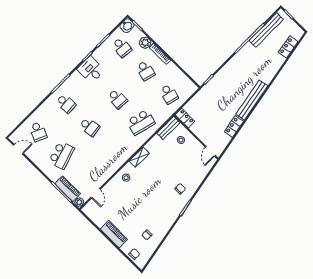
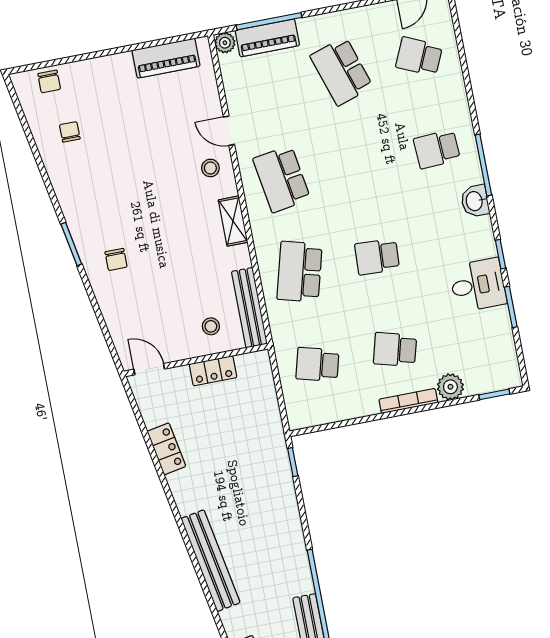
washbasin: (127, 26) -> (475, 201), moved
school desk: (122, 47) -> (473, 335), removed
desk: (91, 70) -> (478, 285), moved
bench: (252, 100) -> (210, 561), moved
locker: (185, 118) -> (213, 371), moved
school desk: (90, 127) -> (282, 179), moved, width x1.85
bench: (168, 128) -> (249, 308), width x1.36
door: (96, 193) -> (229, 131), moved
piano: (114, 234) -> (166, 58), moved

